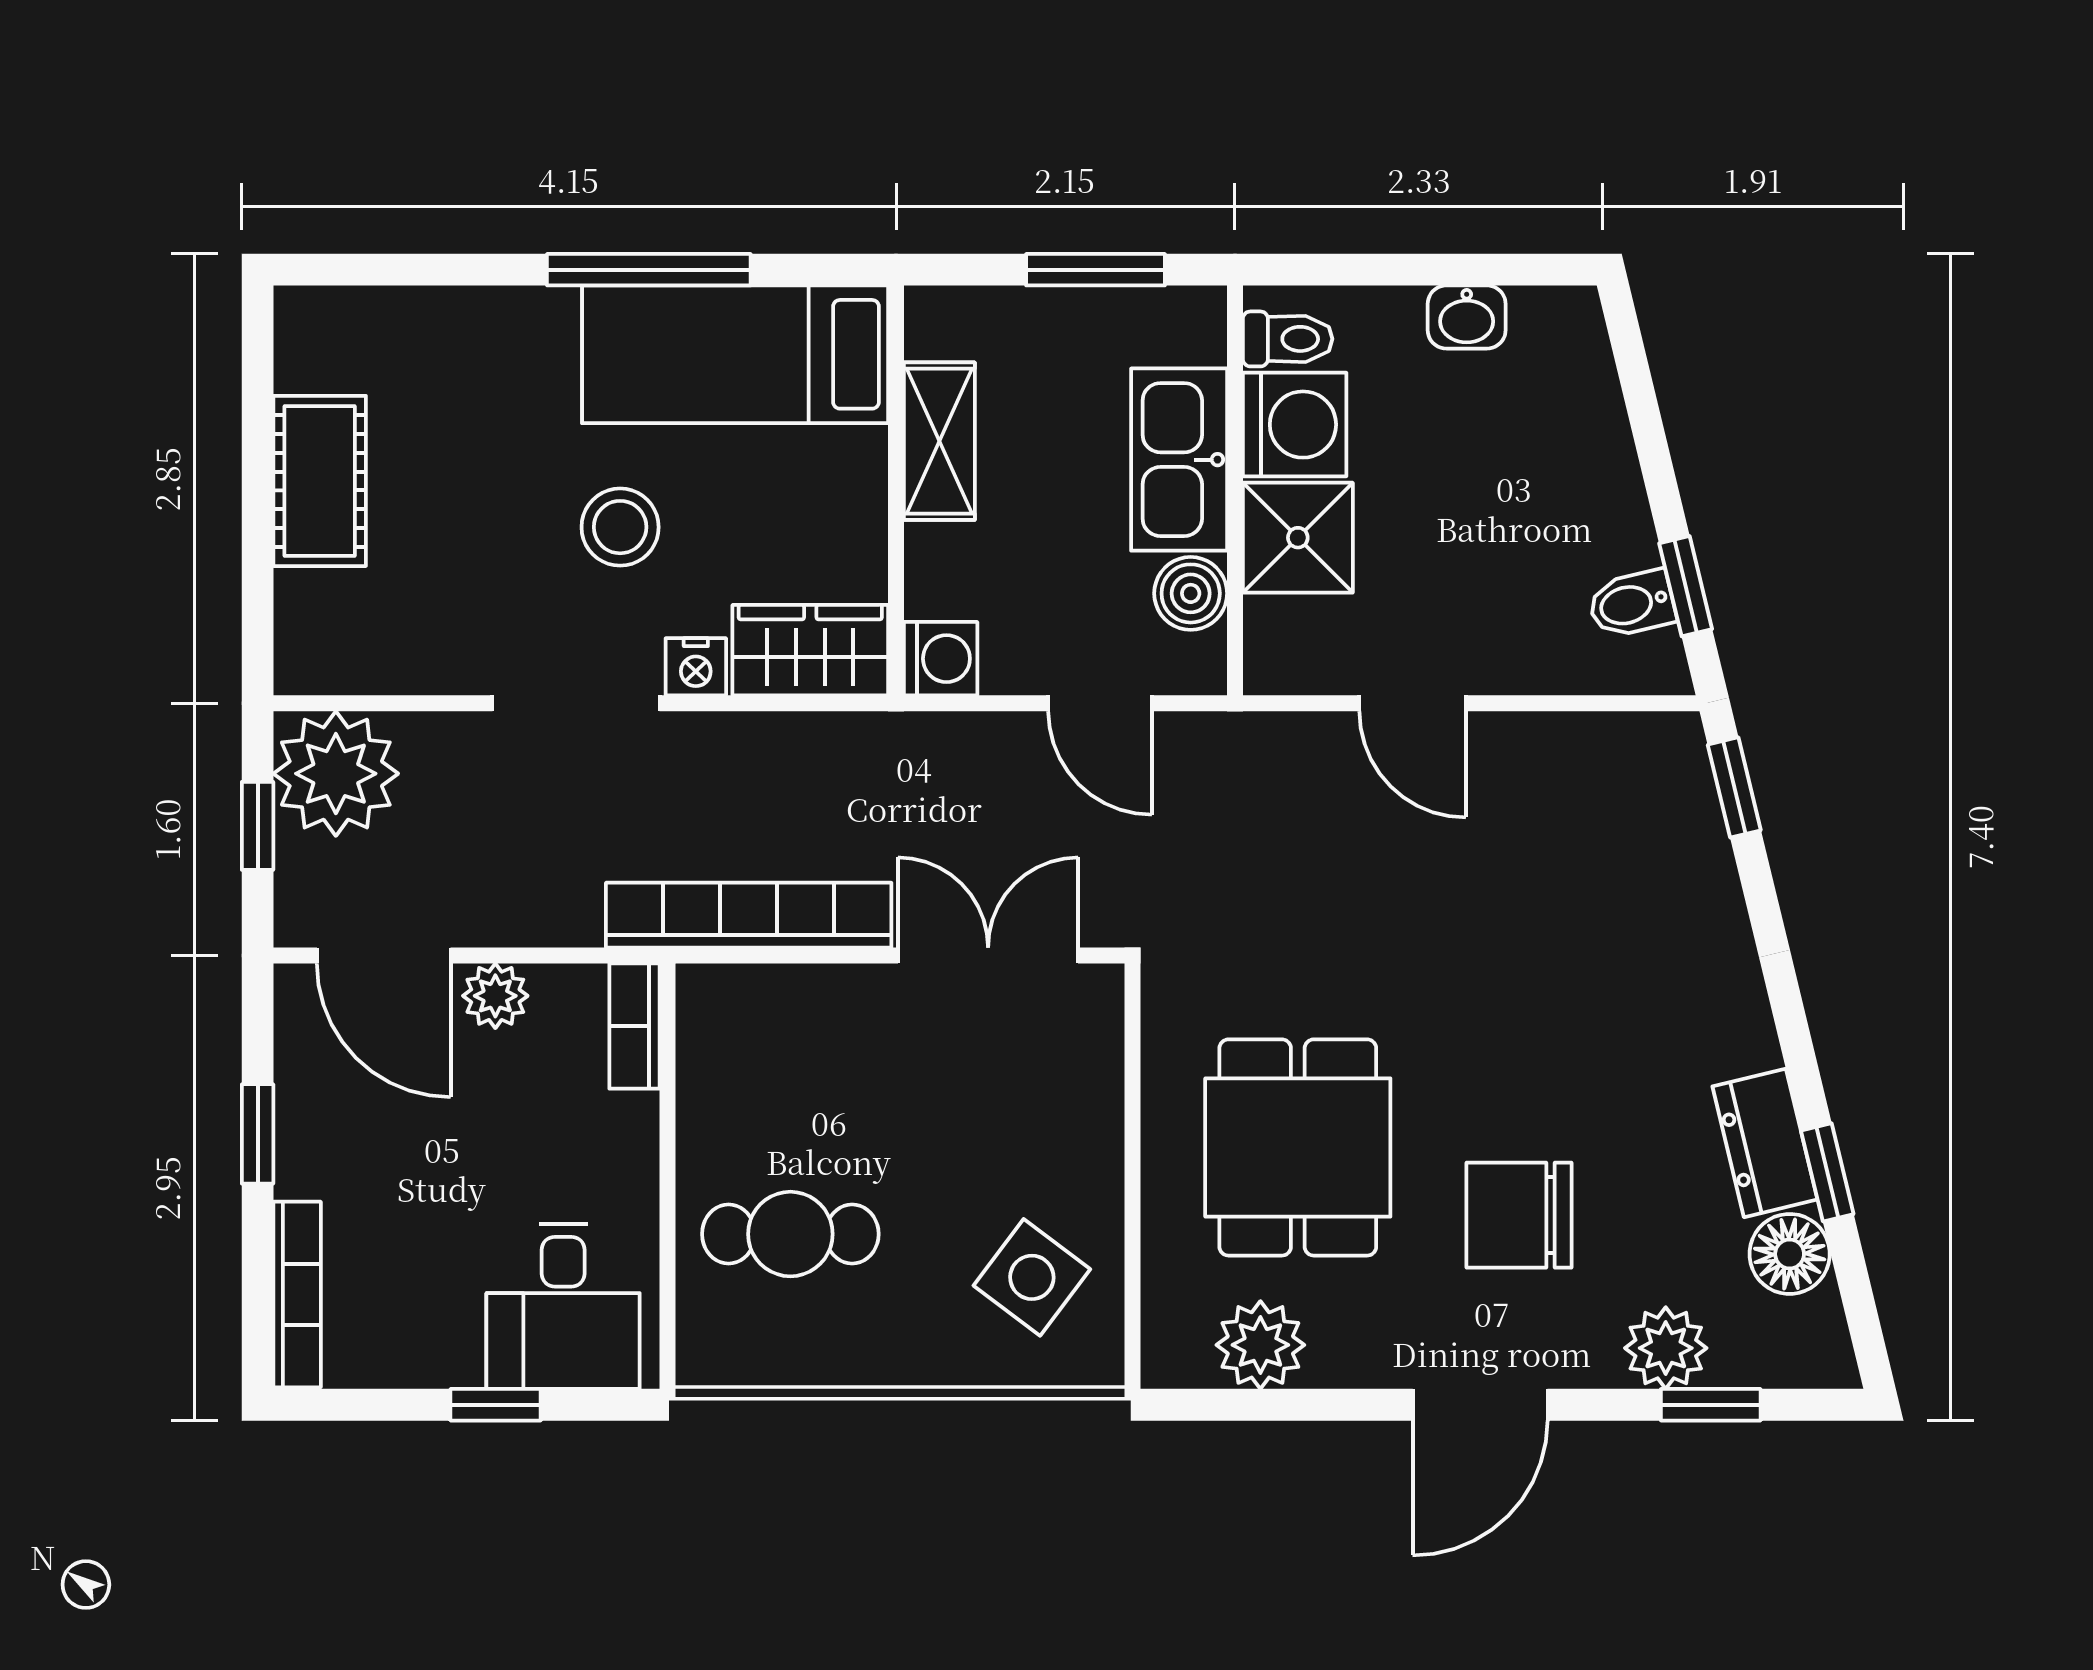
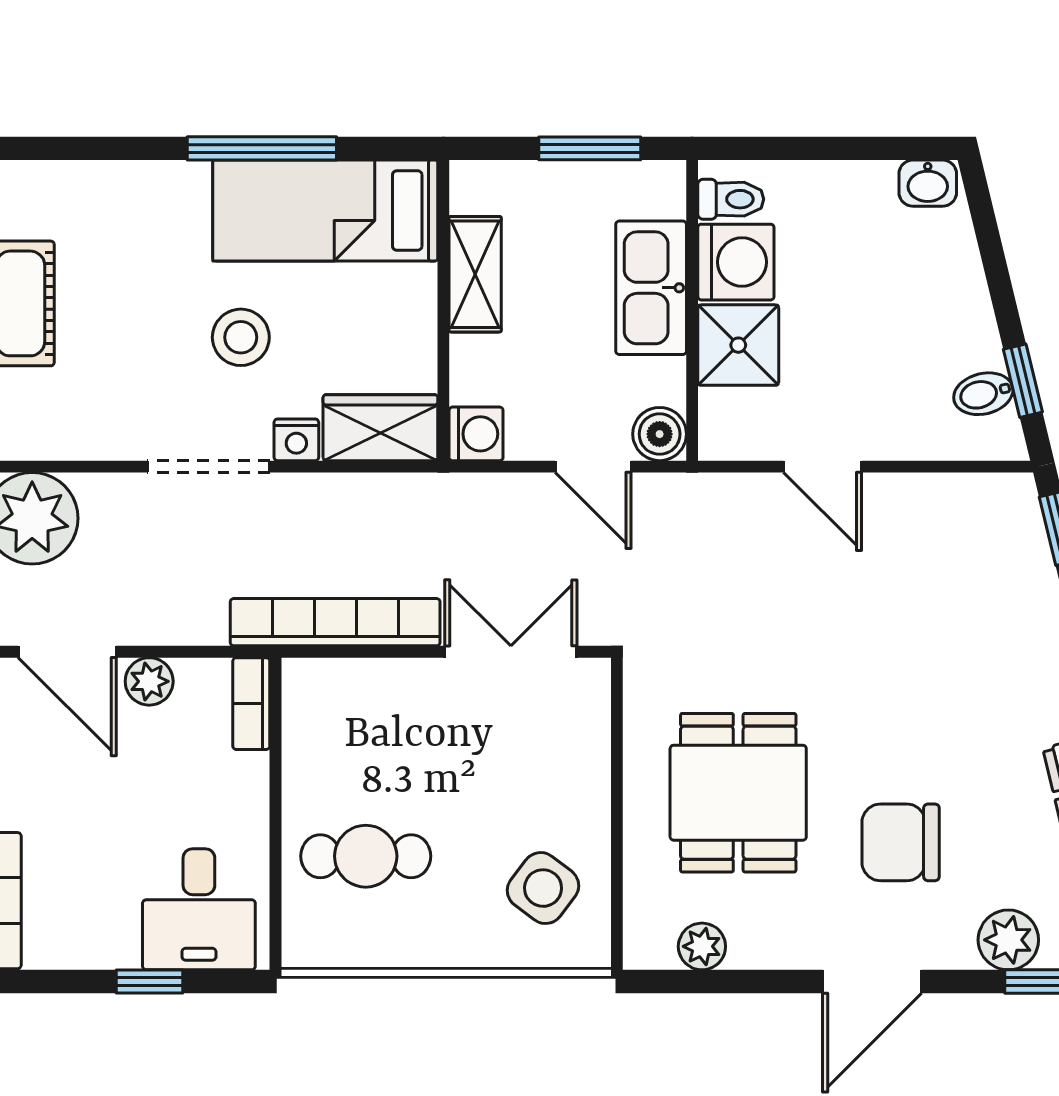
washbasin: (1467, 317) -> (928, 183), moved
boiler: (1191, 593) -> (660, 434), moved
plant: (1260, 1345) -> (702, 946), width x0.73, depth x0.73

